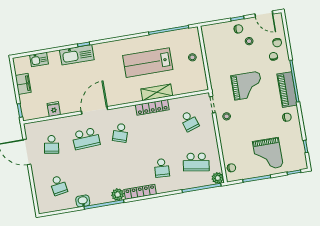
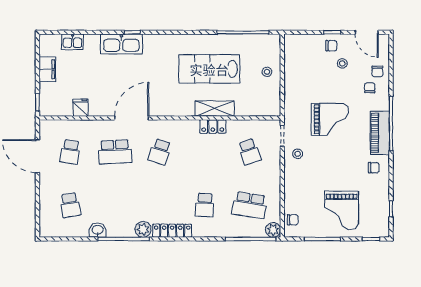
locker: (152, 107) -> (213, 126), width x0.66

